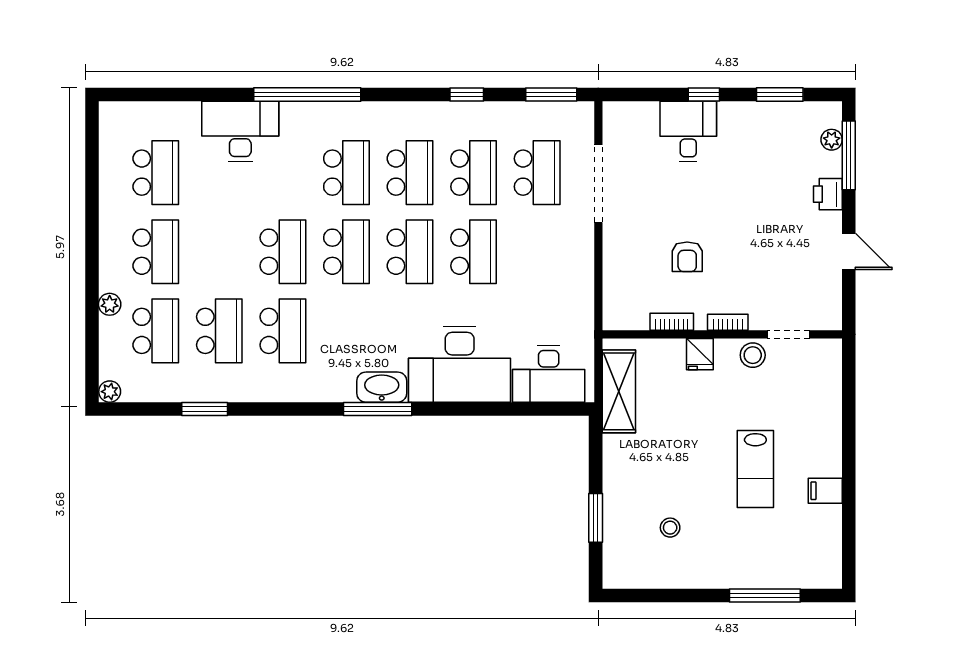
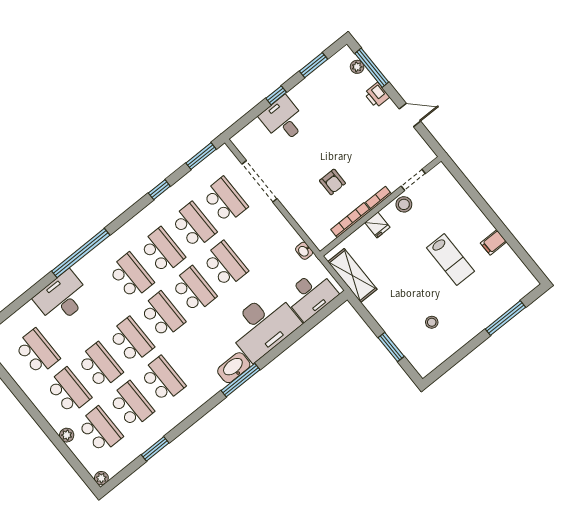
school desk: (219, 252) -> (100, 366), added
washbasin: (584, 313) -> (304, 251), added
bookcase: (672, 322) -> (351, 220), width x1.56

